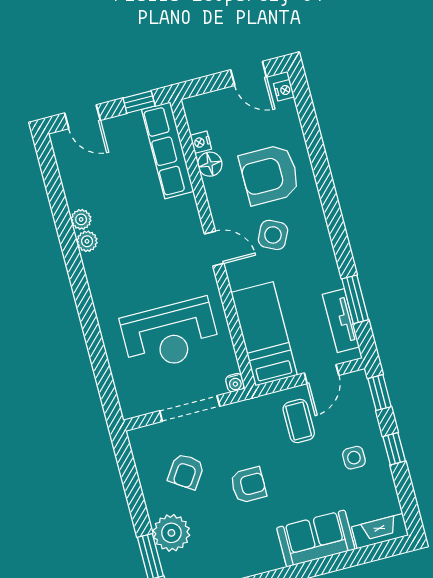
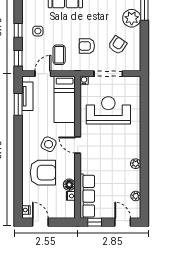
plant: (81, 219) -> (136, 196), moved
armchair: (248, 485) -> (87, 46), moved

